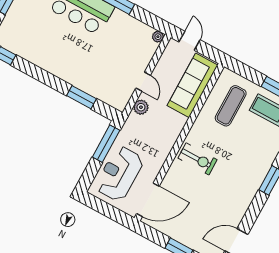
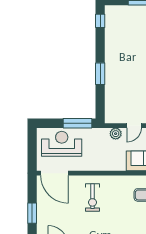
window: (82, 97) -> (100, 74), moved
exercise bike: (198, 159) -> (92, 197), moved

